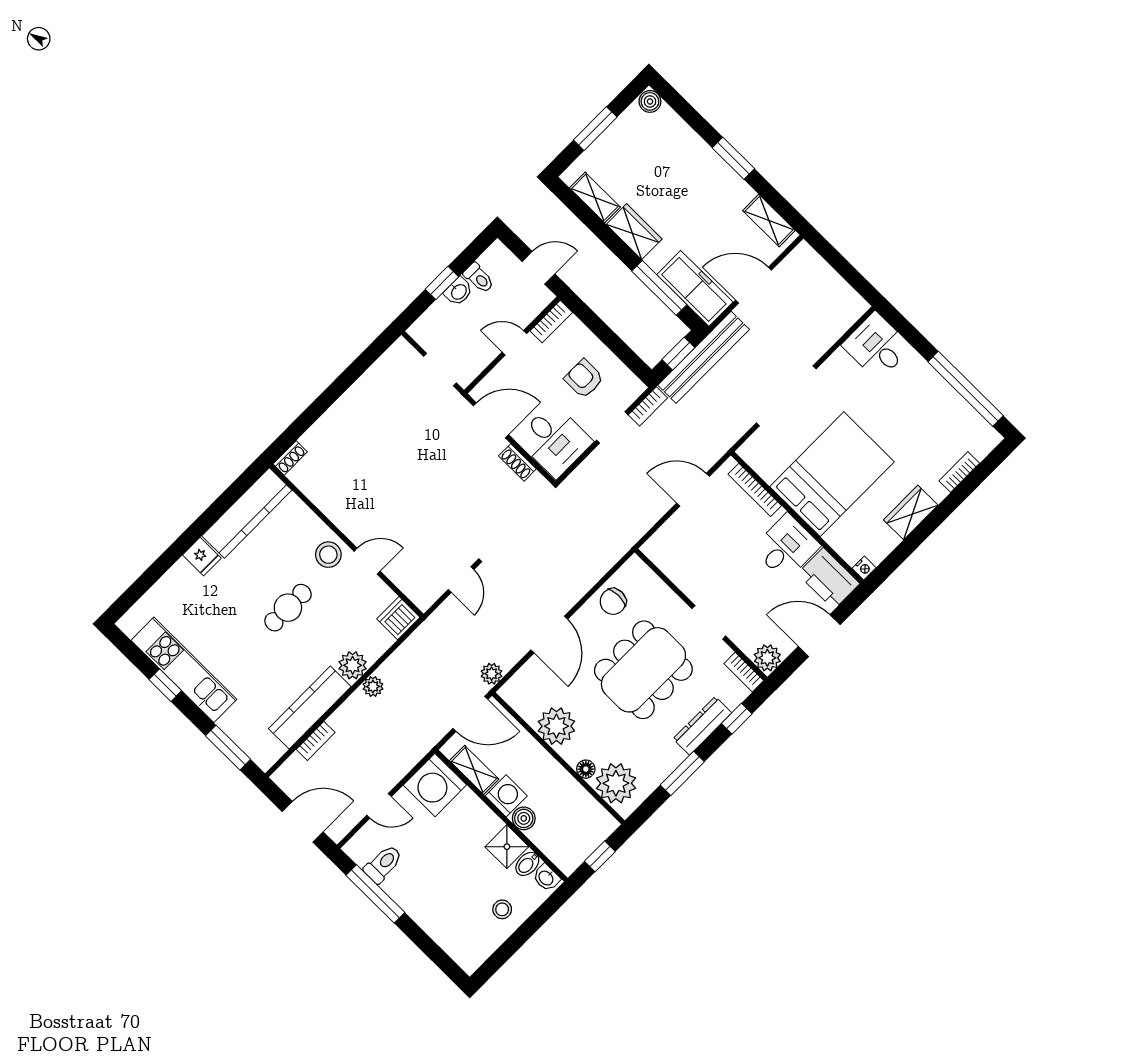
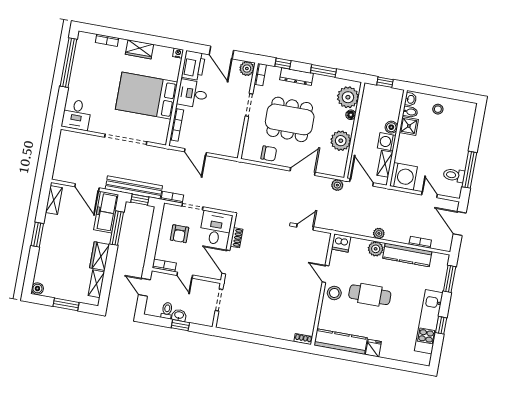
cafe table: (288, 608) -> (370, 295), width x1.37, depth x1.35

